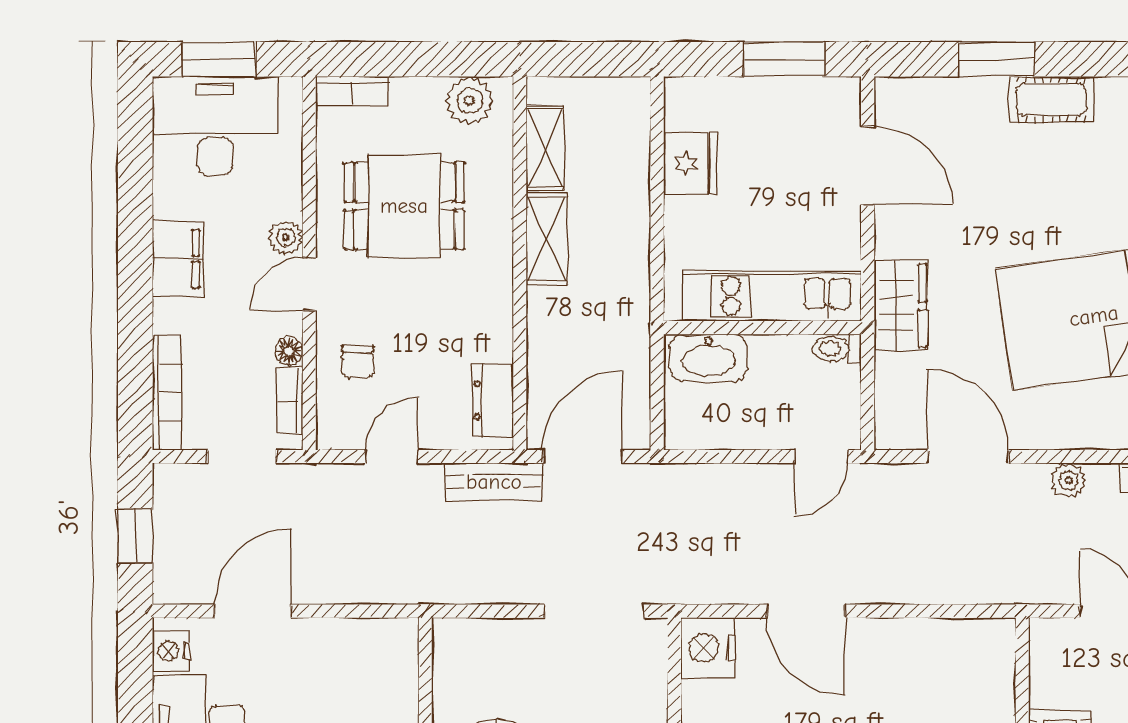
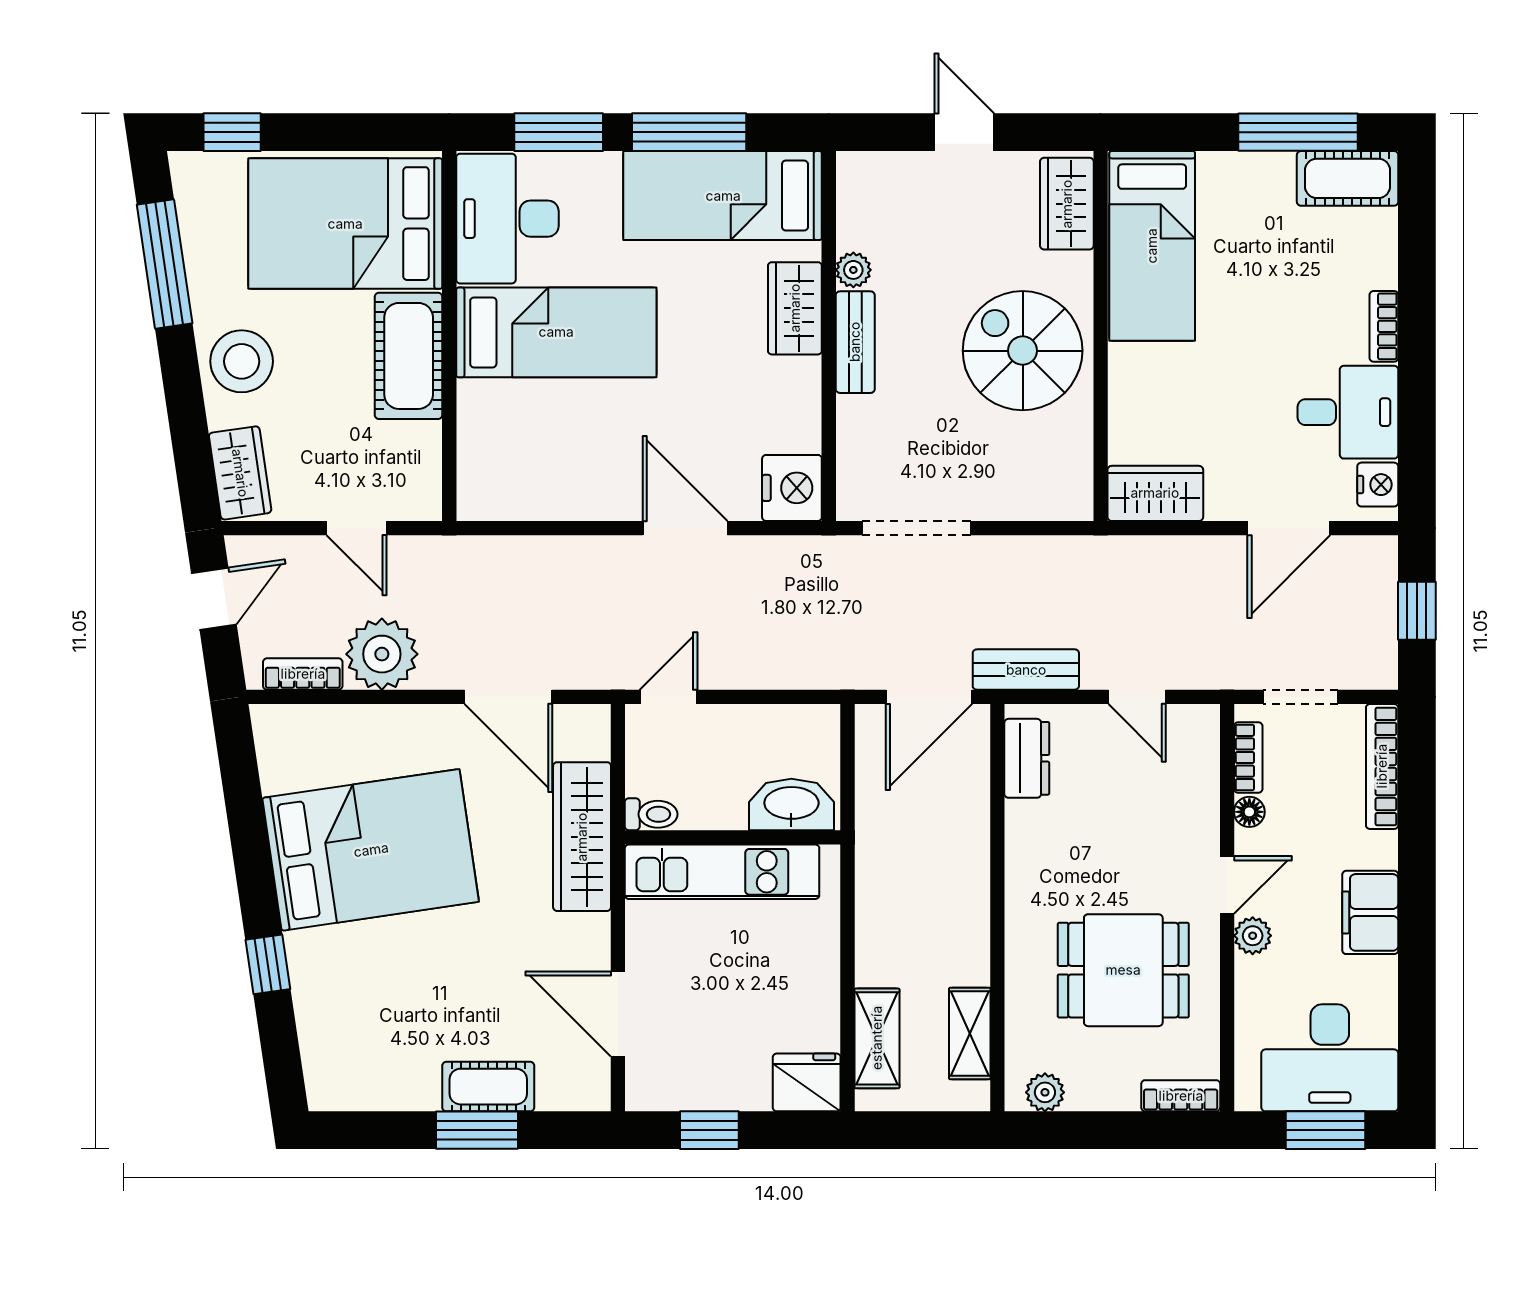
window: (784, 59) -> (709, 1130), width x0.67
cot: (1051, 99) -> (488, 1087), moved
plant: (470, 101) -> (1045, 1092), width x0.73, depth x0.73
fridge: (690, 164) -> (807, 1082), moved, turned 90
shelving: (547, 239) -> (877, 1038), moved
wardrobe: (900, 306) -> (582, 837), width x1.50
chair: (358, 362) -> (1174, 800), removed
door: (392, 457) -> (1137, 697), hinge flipped
plant: (1069, 480) -> (382, 654), width x1.88, depth x1.88
wardrobe: (375, 643) -> (1155, 493), added

